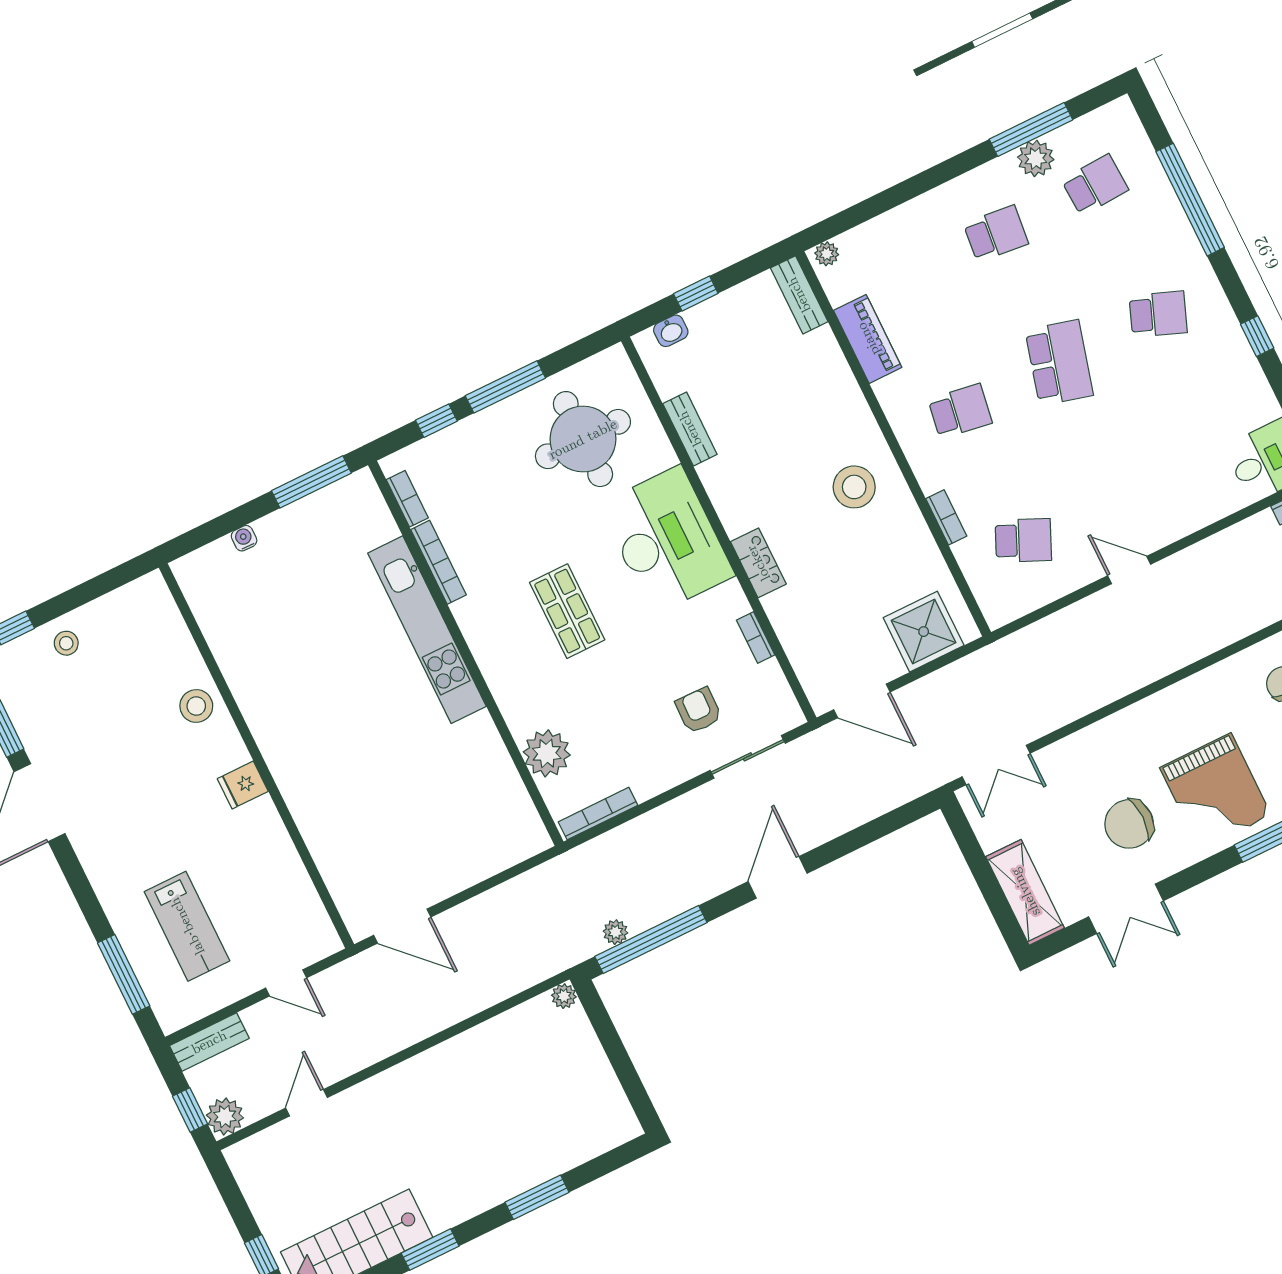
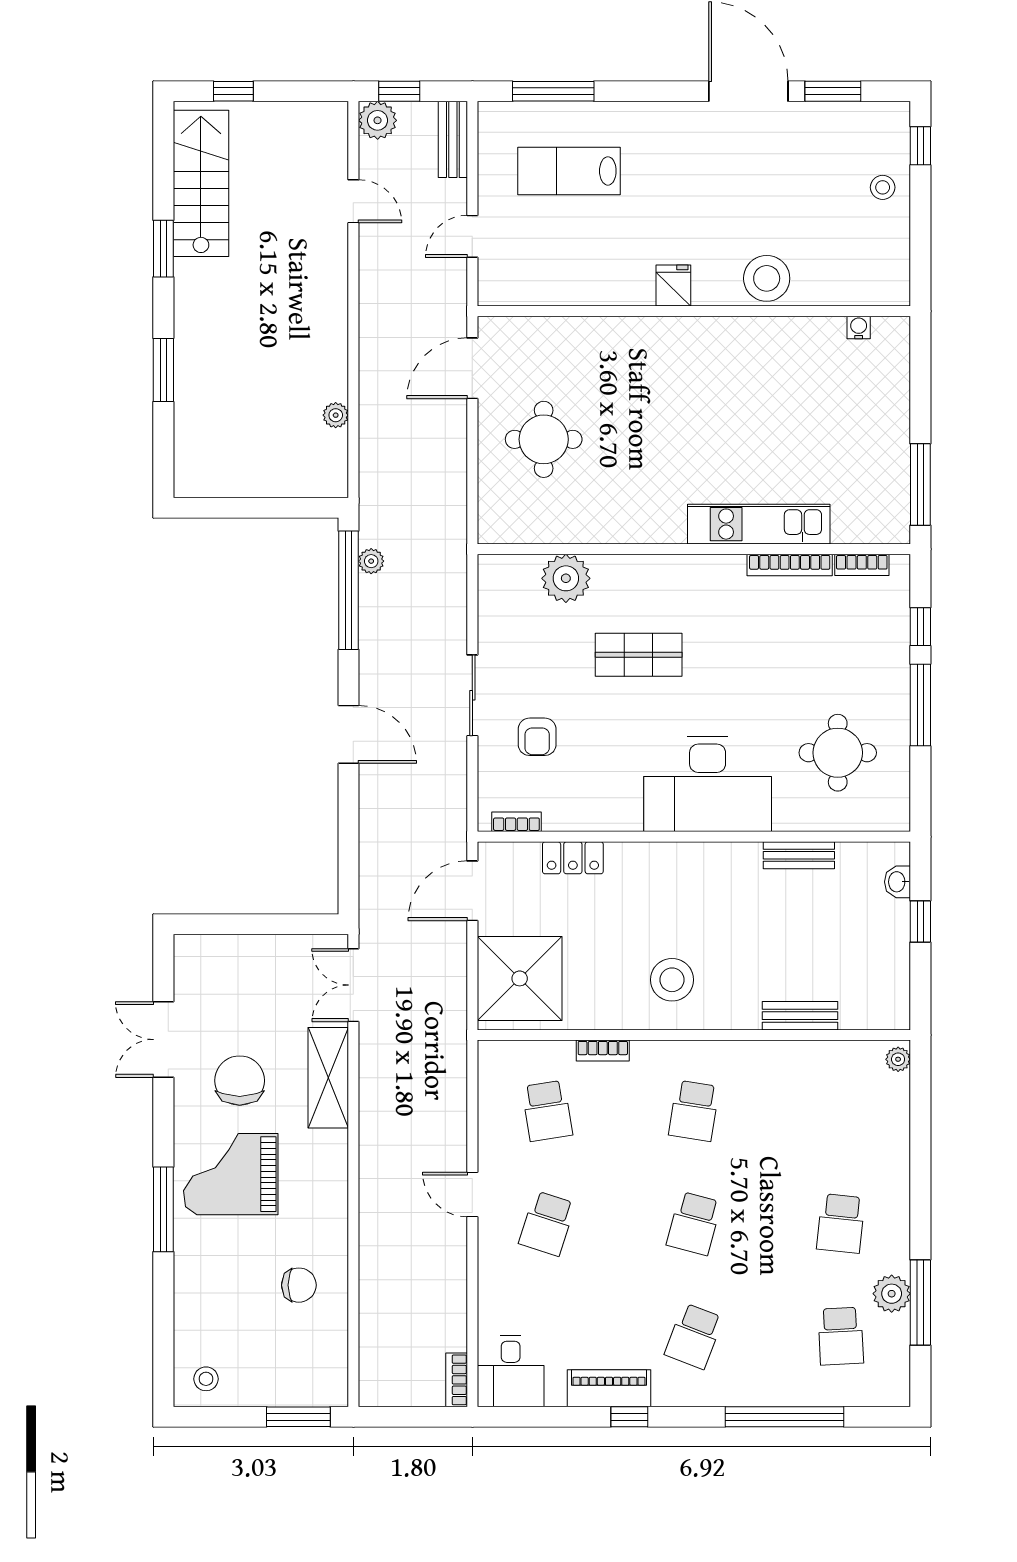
bench: (799, 295) -> (800, 1016), moved
piano: (868, 339) -> (609, 1388), moved, turned 180
school desk: (1059, 363) -> (694, 1223), width x0.54
round table: (583, 439) -> (838, 753), width x0.73, depth x0.73
school desk: (1122, 492) -> (547, 1223), added
water cooler: (244, 538) -> (859, 327), moved, turned -90
school desk: (1023, 540) -> (547, 1111), turned -33
locker: (758, 563) -> (573, 858), moved
door: (1129, 570) -> (472, 1195), swing flipped
shop shelf: (567, 611) -> (639, 655), moved
kitchen unit: (427, 630) -> (759, 524), width x0.73
shower: (924, 632) -> (520, 978), width x1.37, depth x1.37
bookcase: (756, 637) -> (516, 822), moved
stool: (196, 706) -> (767, 278), width x1.38, depth x1.38
armchair: (699, 710) -> (537, 737), turned 89
sliding door: (748, 757) -> (472, 695), moved
bookcase: (598, 814) -> (488, 598), removed
round table: (434, 833) -> (544, 439), added
shelving: (1025, 892) -> (328, 1078), moved, turned 90
plant: (564, 996) -> (336, 415), moved

